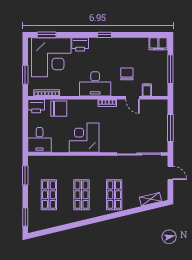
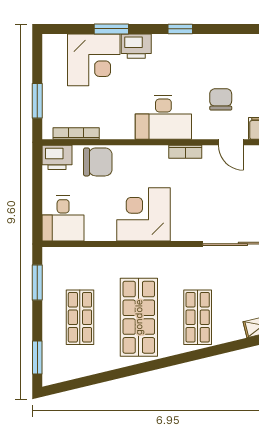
window: (47, 35) -> (111, 29), moved
corner desk: (51, 57) -> (94, 60), width x0.74, depth x0.74
shop shelf: (82, 195) -> (139, 317), width x1.43, depth x1.36

